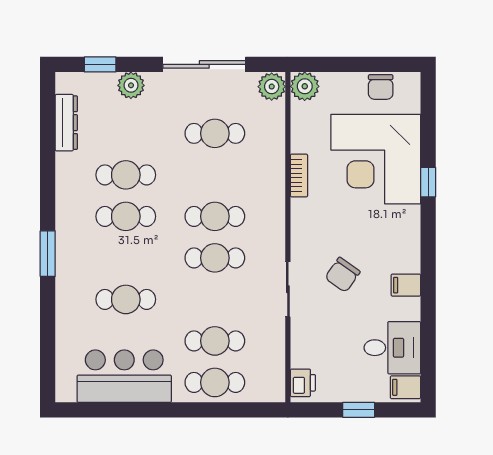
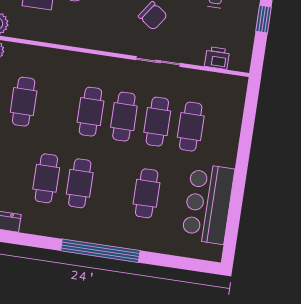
bookcase: (299, 175) -> (68, 39), removed
window: (48, 254) -> (100, 251), width x2.11
cafe table: (215, 382) -> (157, 122), moved
printer: (303, 383) -> (217, 58), moved

